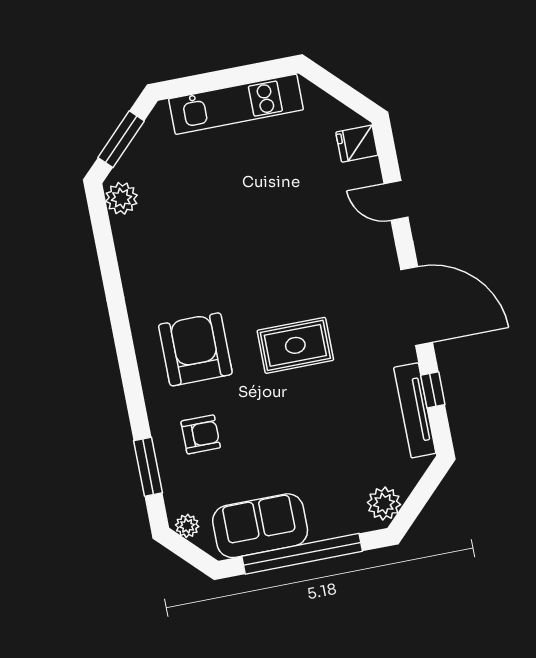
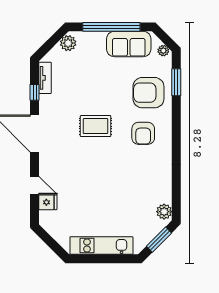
fridge: (357, 144) -> (48, 202), moved
armchair: (195, 349) -> (143, 133), width x0.73, depth x0.73
tv unit: (415, 410) -> (45, 78), width x0.71
armchair: (201, 434) -> (148, 93), width x1.88, depth x1.88

